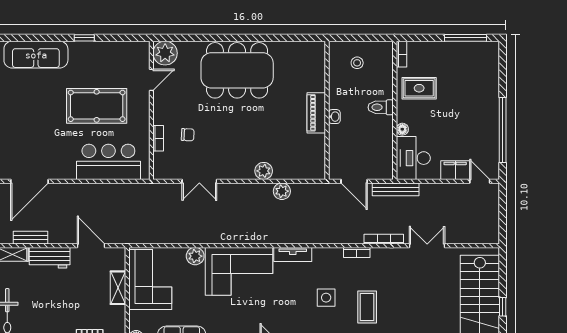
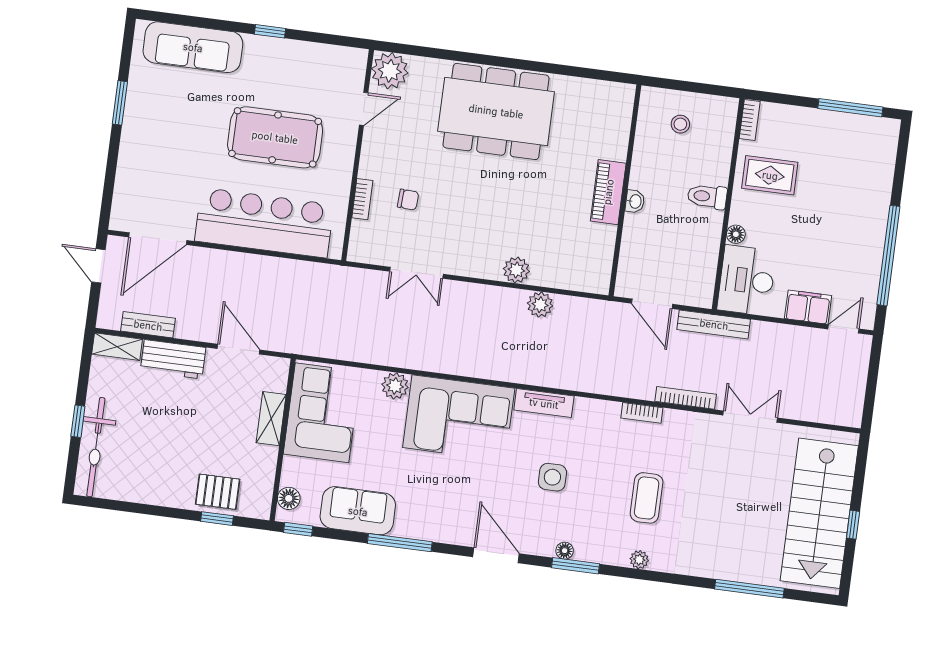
bar counter: (108, 162) -> (264, 223), width x1.36
door: (480, 181) -> (843, 329), hinge flipped
side table: (326, 298) -> (552, 477), moved

